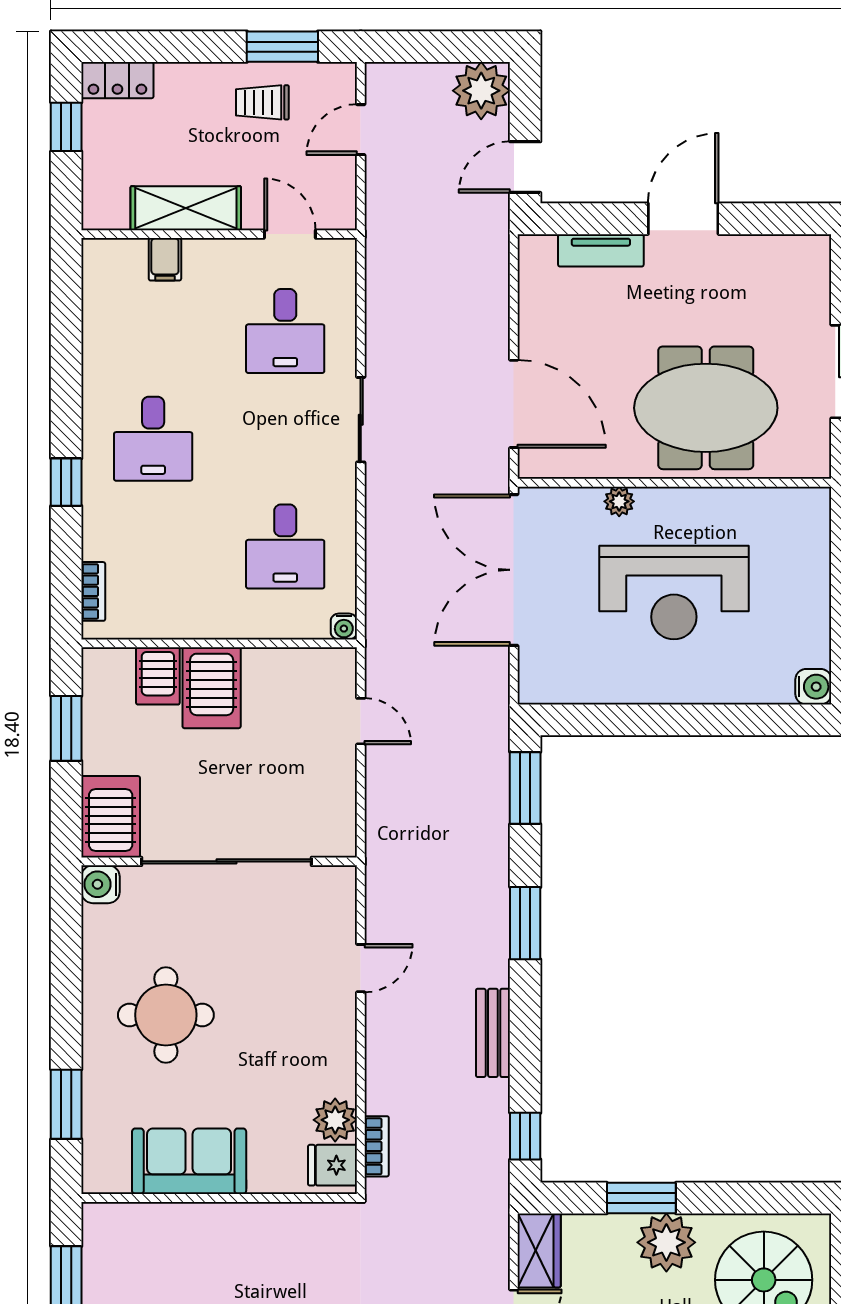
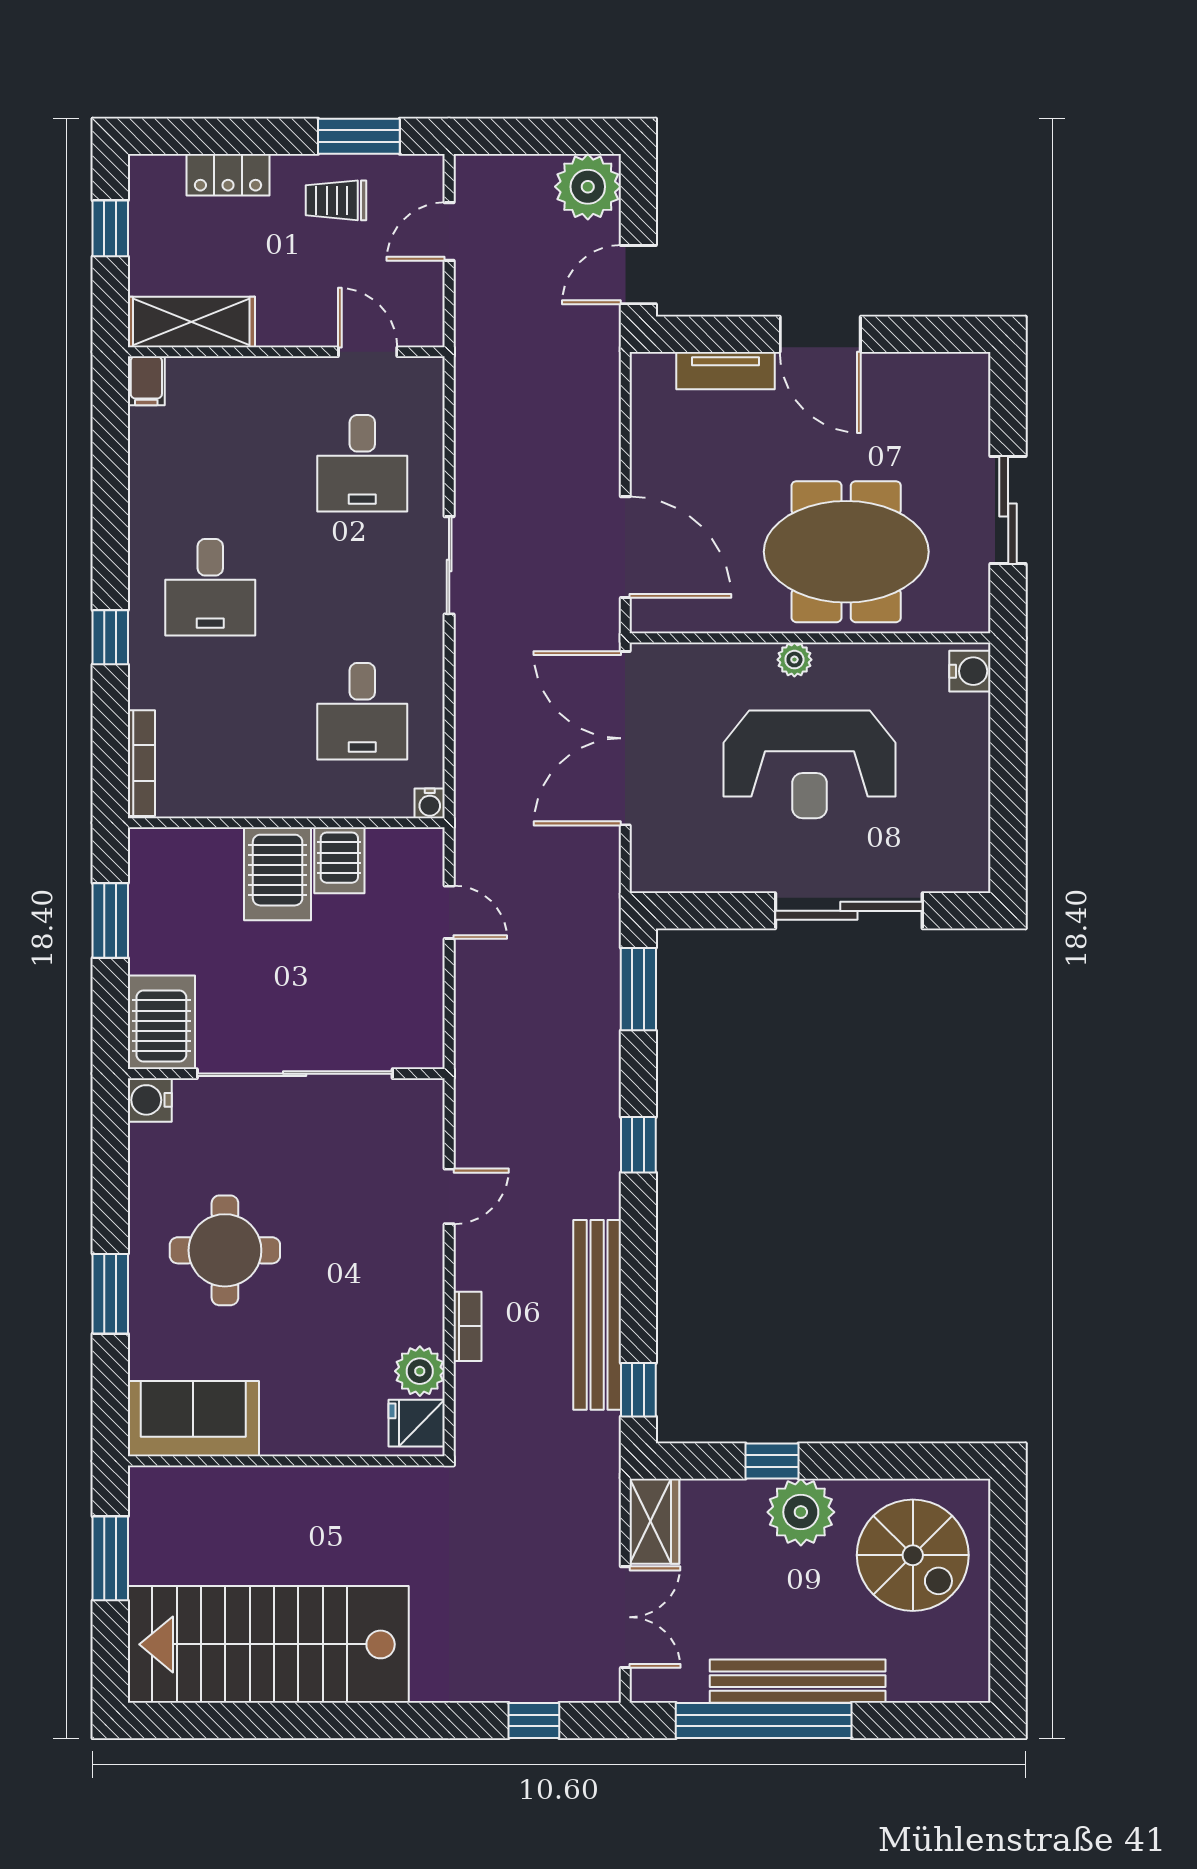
locker: (117, 80) -> (228, 175), moved
shelving: (186, 208) -> (191, 322), moved
door: (683, 219) -> (820, 334), swing flipped
filing cabinet: (165, 259) -> (146, 381), moved
plant: (619, 501) -> (794, 660), moved
bookcase: (93, 591) -> (141, 763), width x1.56
server rack: (158, 676) -> (339, 860), moved
water cooler: (813, 687) -> (970, 671), moved
sliding door: (708, 720) -> (849, 911), added
window: (525, 923) -> (638, 1145), width x0.67
bench: (493, 1033) -> (597, 1315), width x1.86, depth x1.21
window: (66, 1104) -> (110, 1294), moved
bookcase: (377, 1146) -> (467, 1326), moved
sofa: (189, 1161) -> (193, 1419), moved
window: (641, 1198) -> (772, 1461), width x0.67

